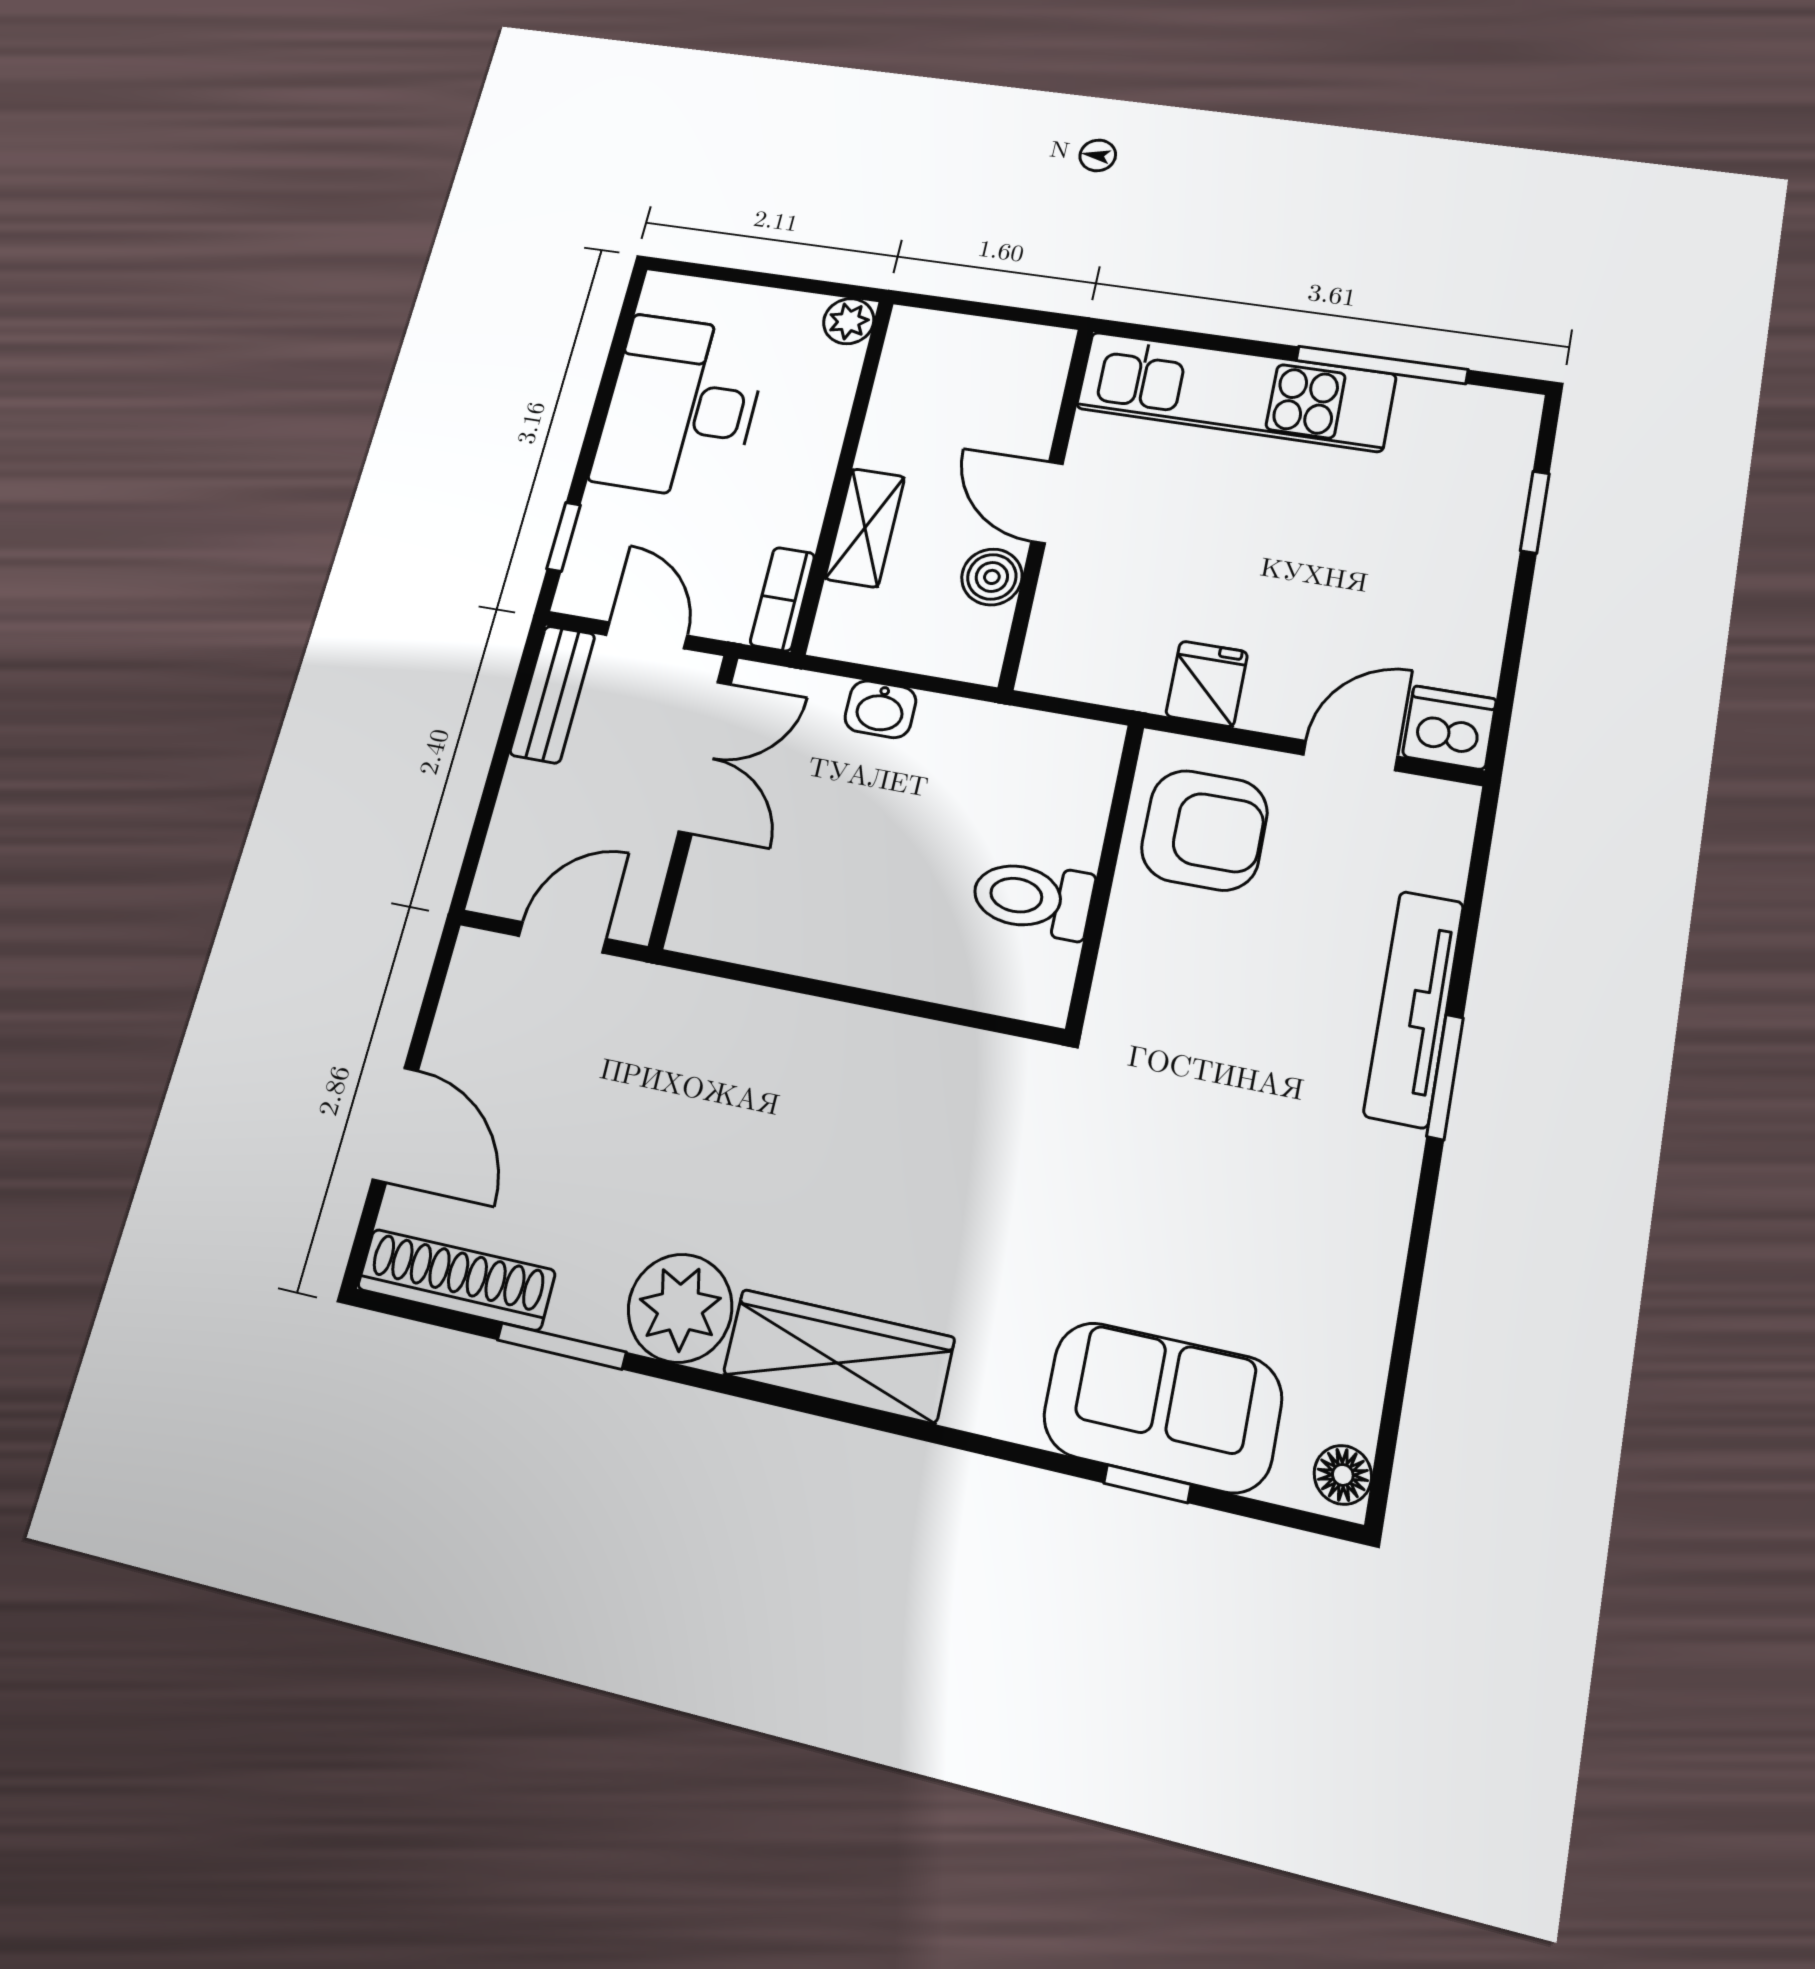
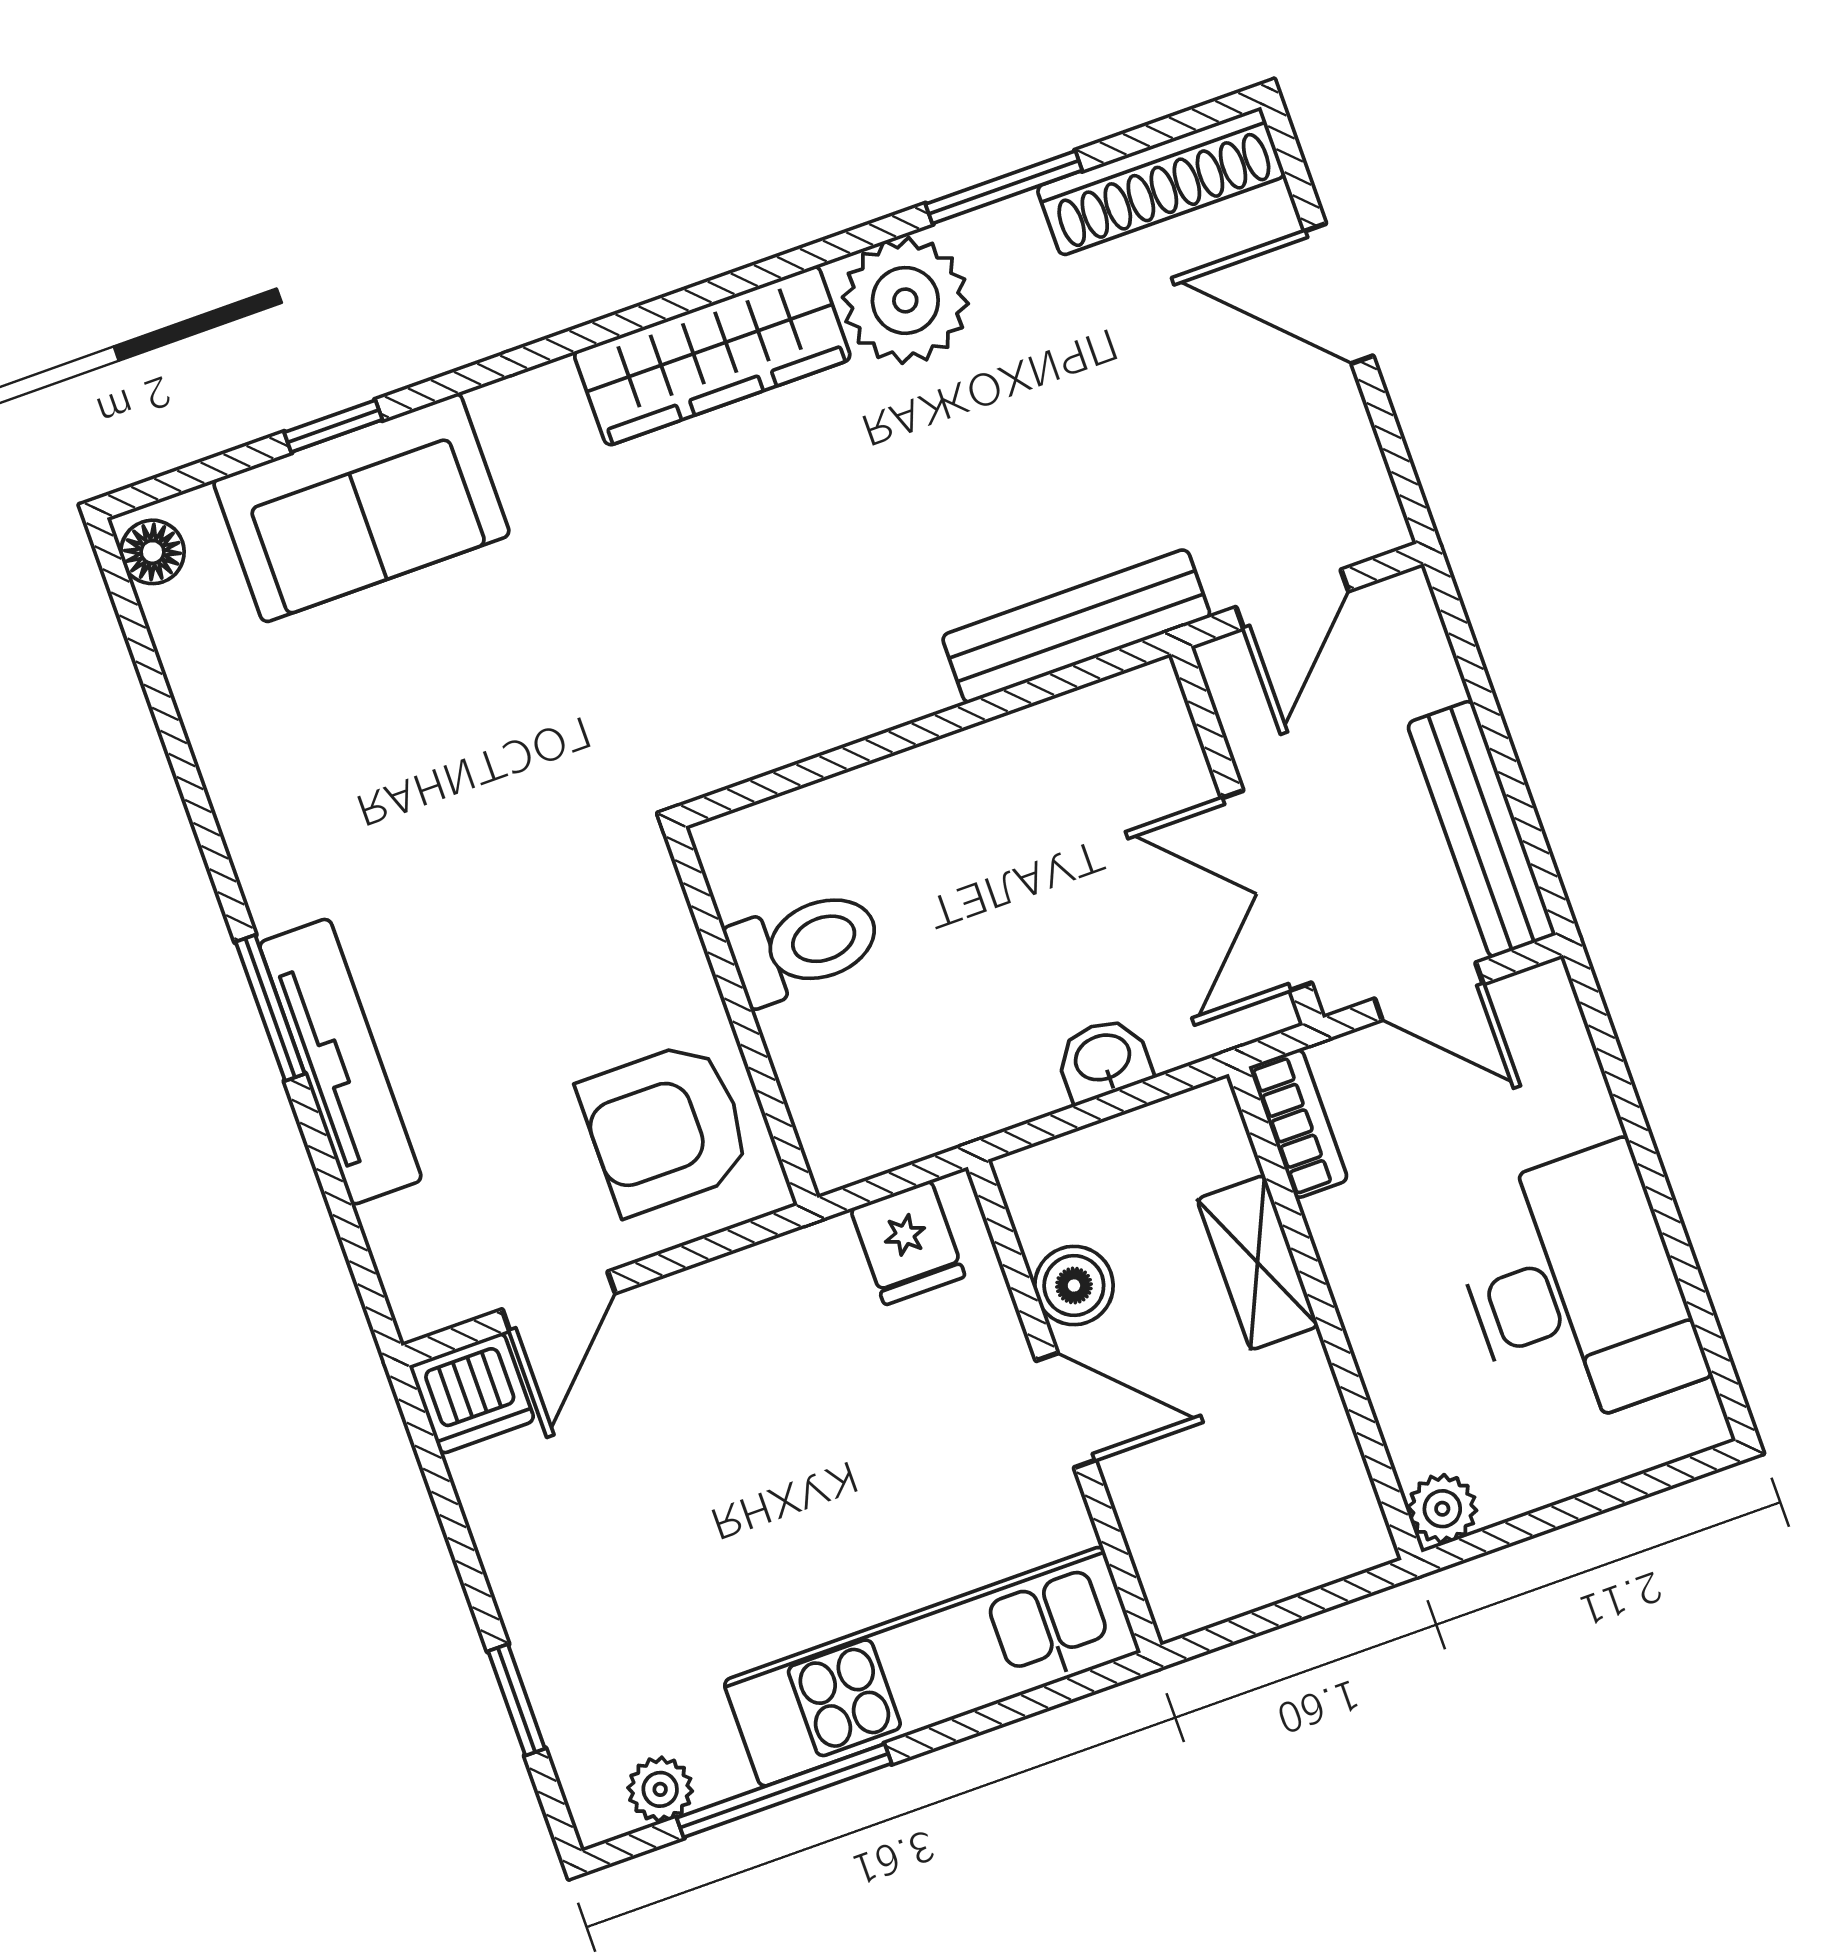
plant: (1467, 407) -> (660, 1789), added
window: (564, 537) -> (1609, 1052), removed
fridge: (1207, 684) -> (908, 1243), moved
bench: (553, 694) -> (1481, 829), width x1.36
bench: (713, 1005) -> (1076, 626), added

